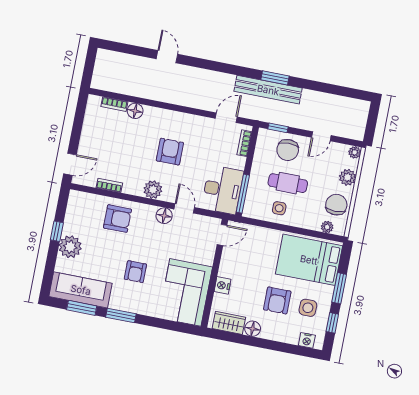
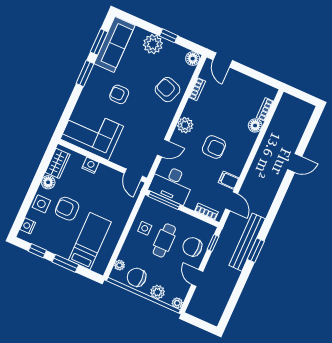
filing cabinet: (204, 126) -> (229, 180), added
chair: (336, 205) -> (137, 277), turned 180
floor lamp: (164, 216) -> (193, 59), moved
armchair: (117, 219) -> (168, 90), turned 110
bed: (309, 260) -> (90, 241), width x0.67
side table: (308, 308) -> (41, 204), moved

